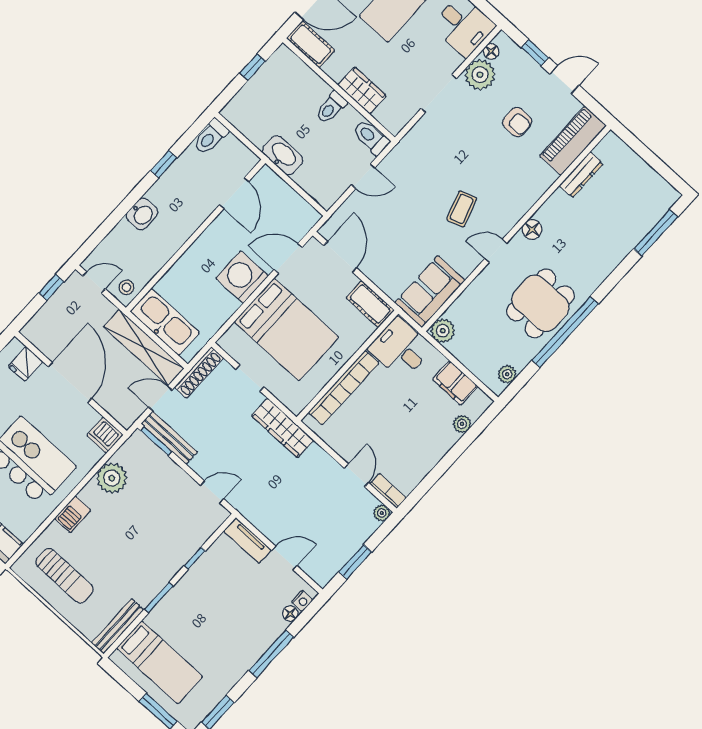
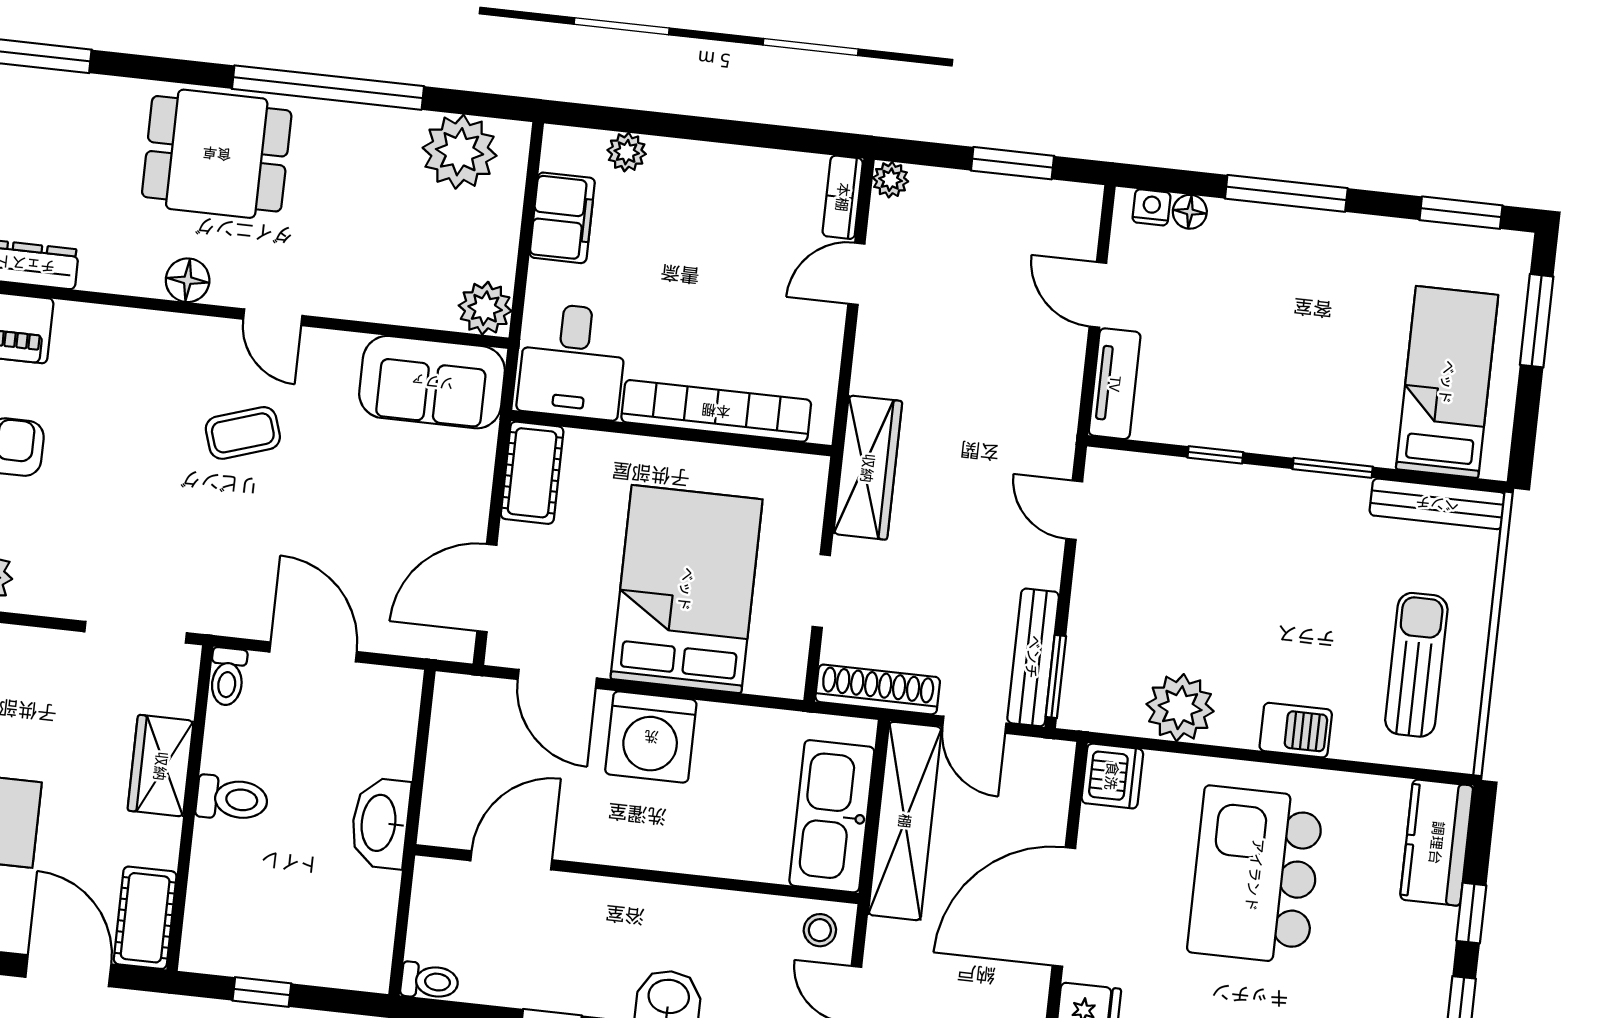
doorway: (439, 93) -> (136, 632), moved
toilet: (211, 137) -> (430, 981), width x0.73, depth x0.72
toilet: (371, 137) -> (228, 677), width x0.73, depth x0.72
door: (363, 176) -> (313, 652), width x1.38
dining table: (540, 303) -> (217, 154), moved
plant: (507, 374) -> (460, 152), width x1.87, depth x1.87

